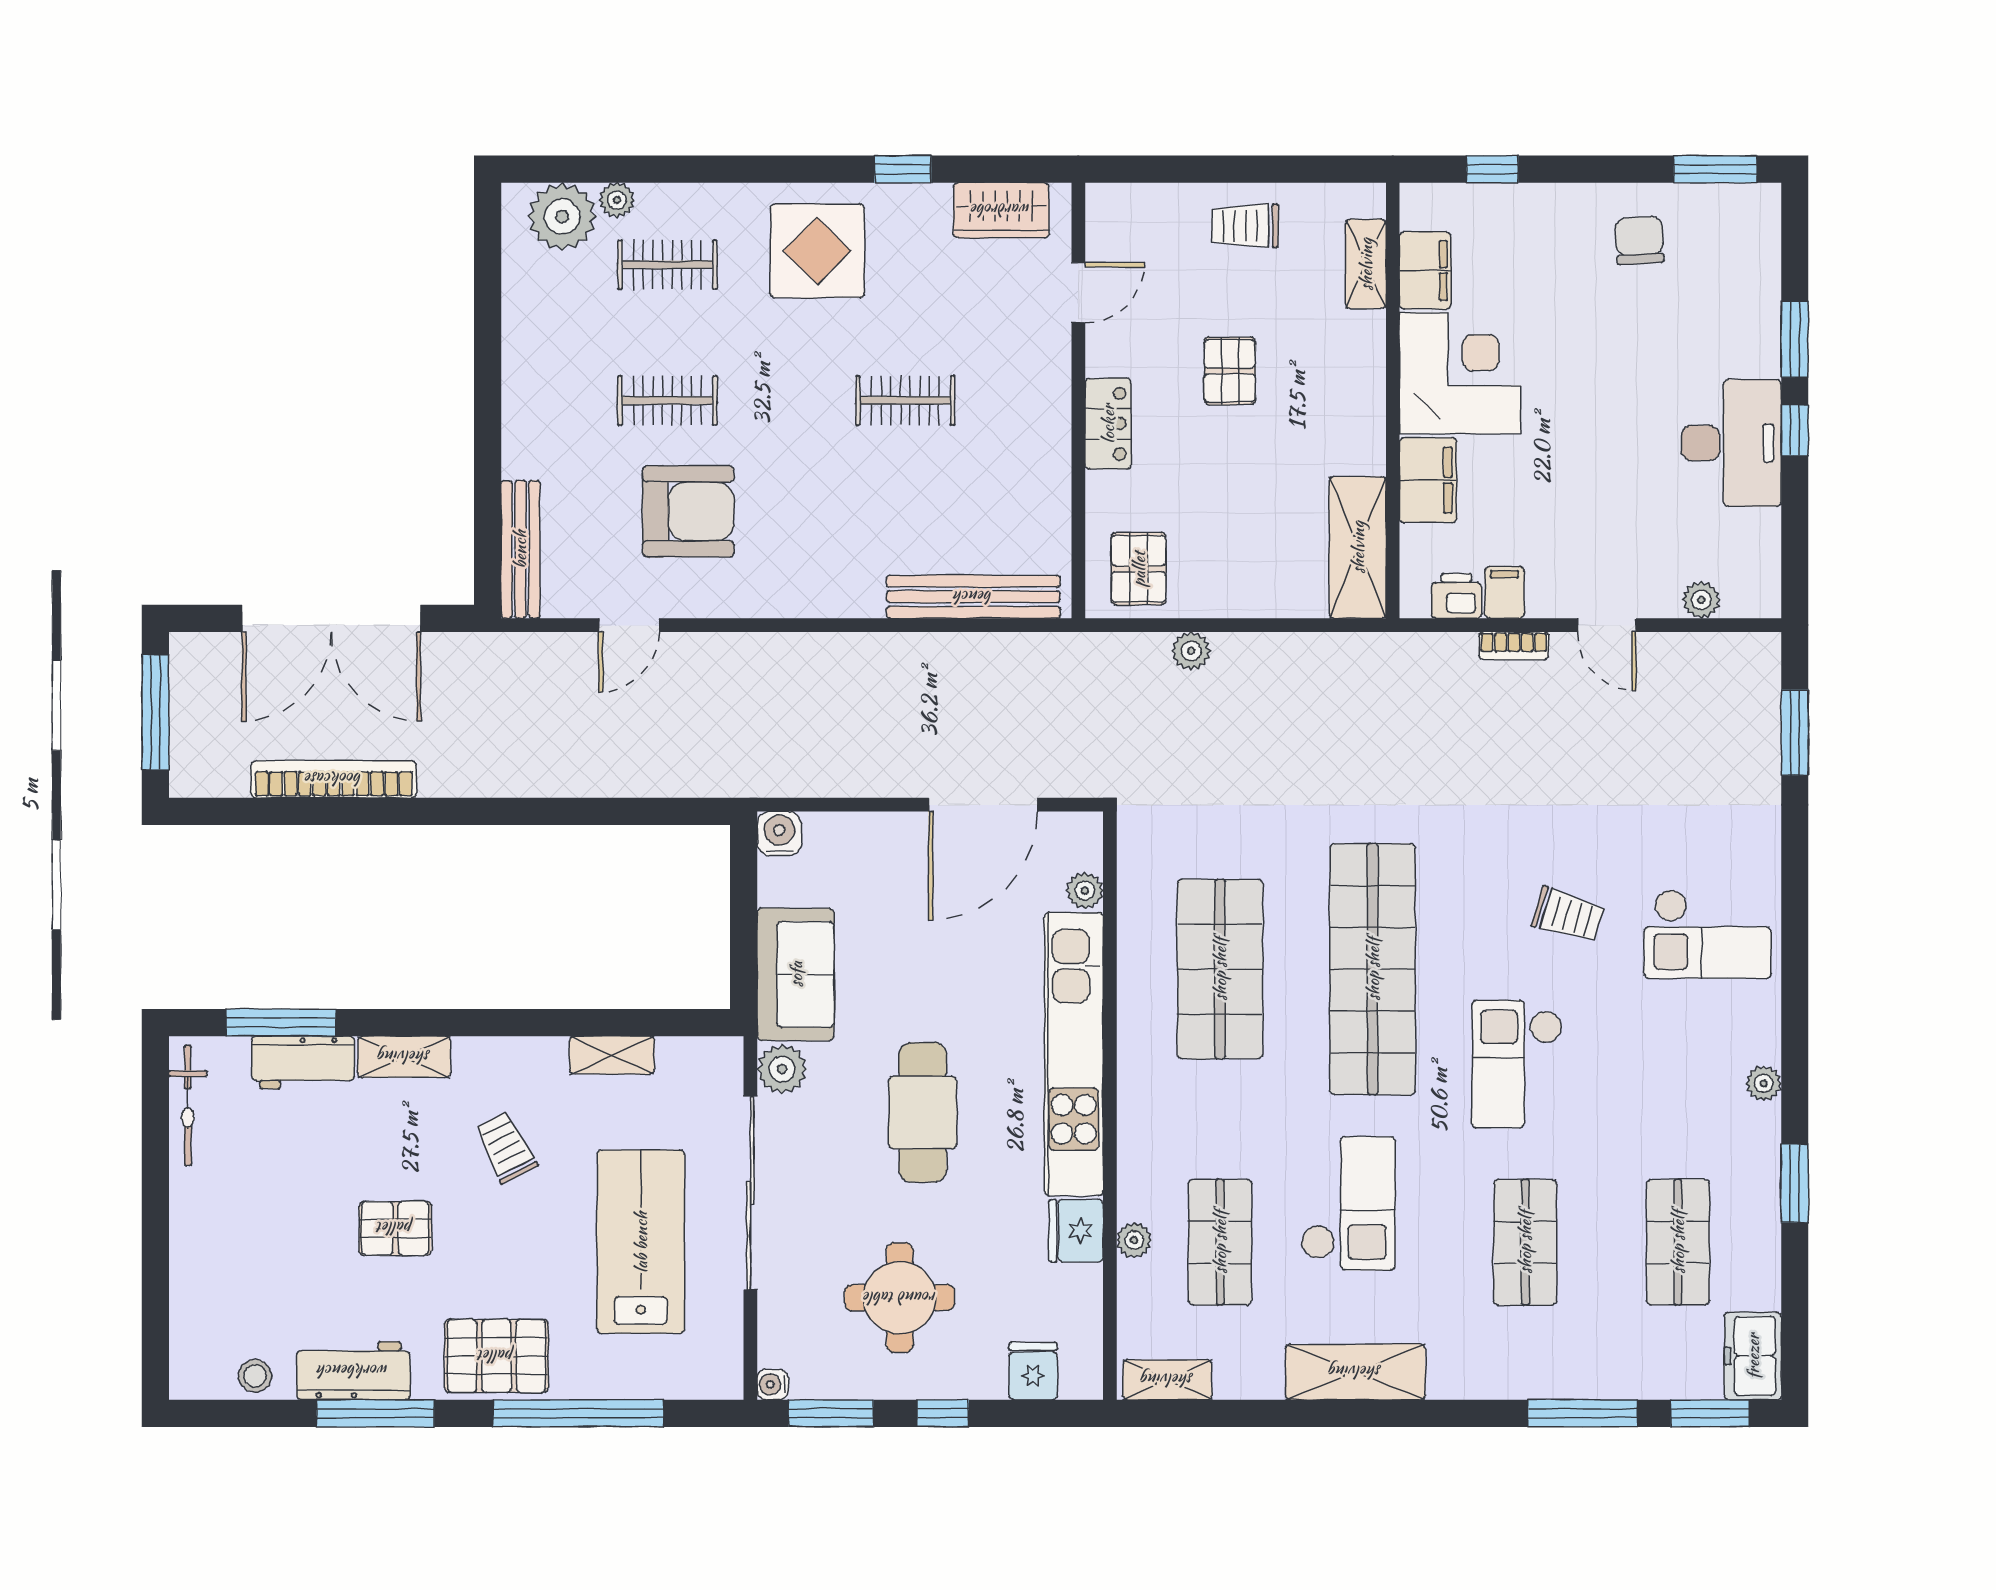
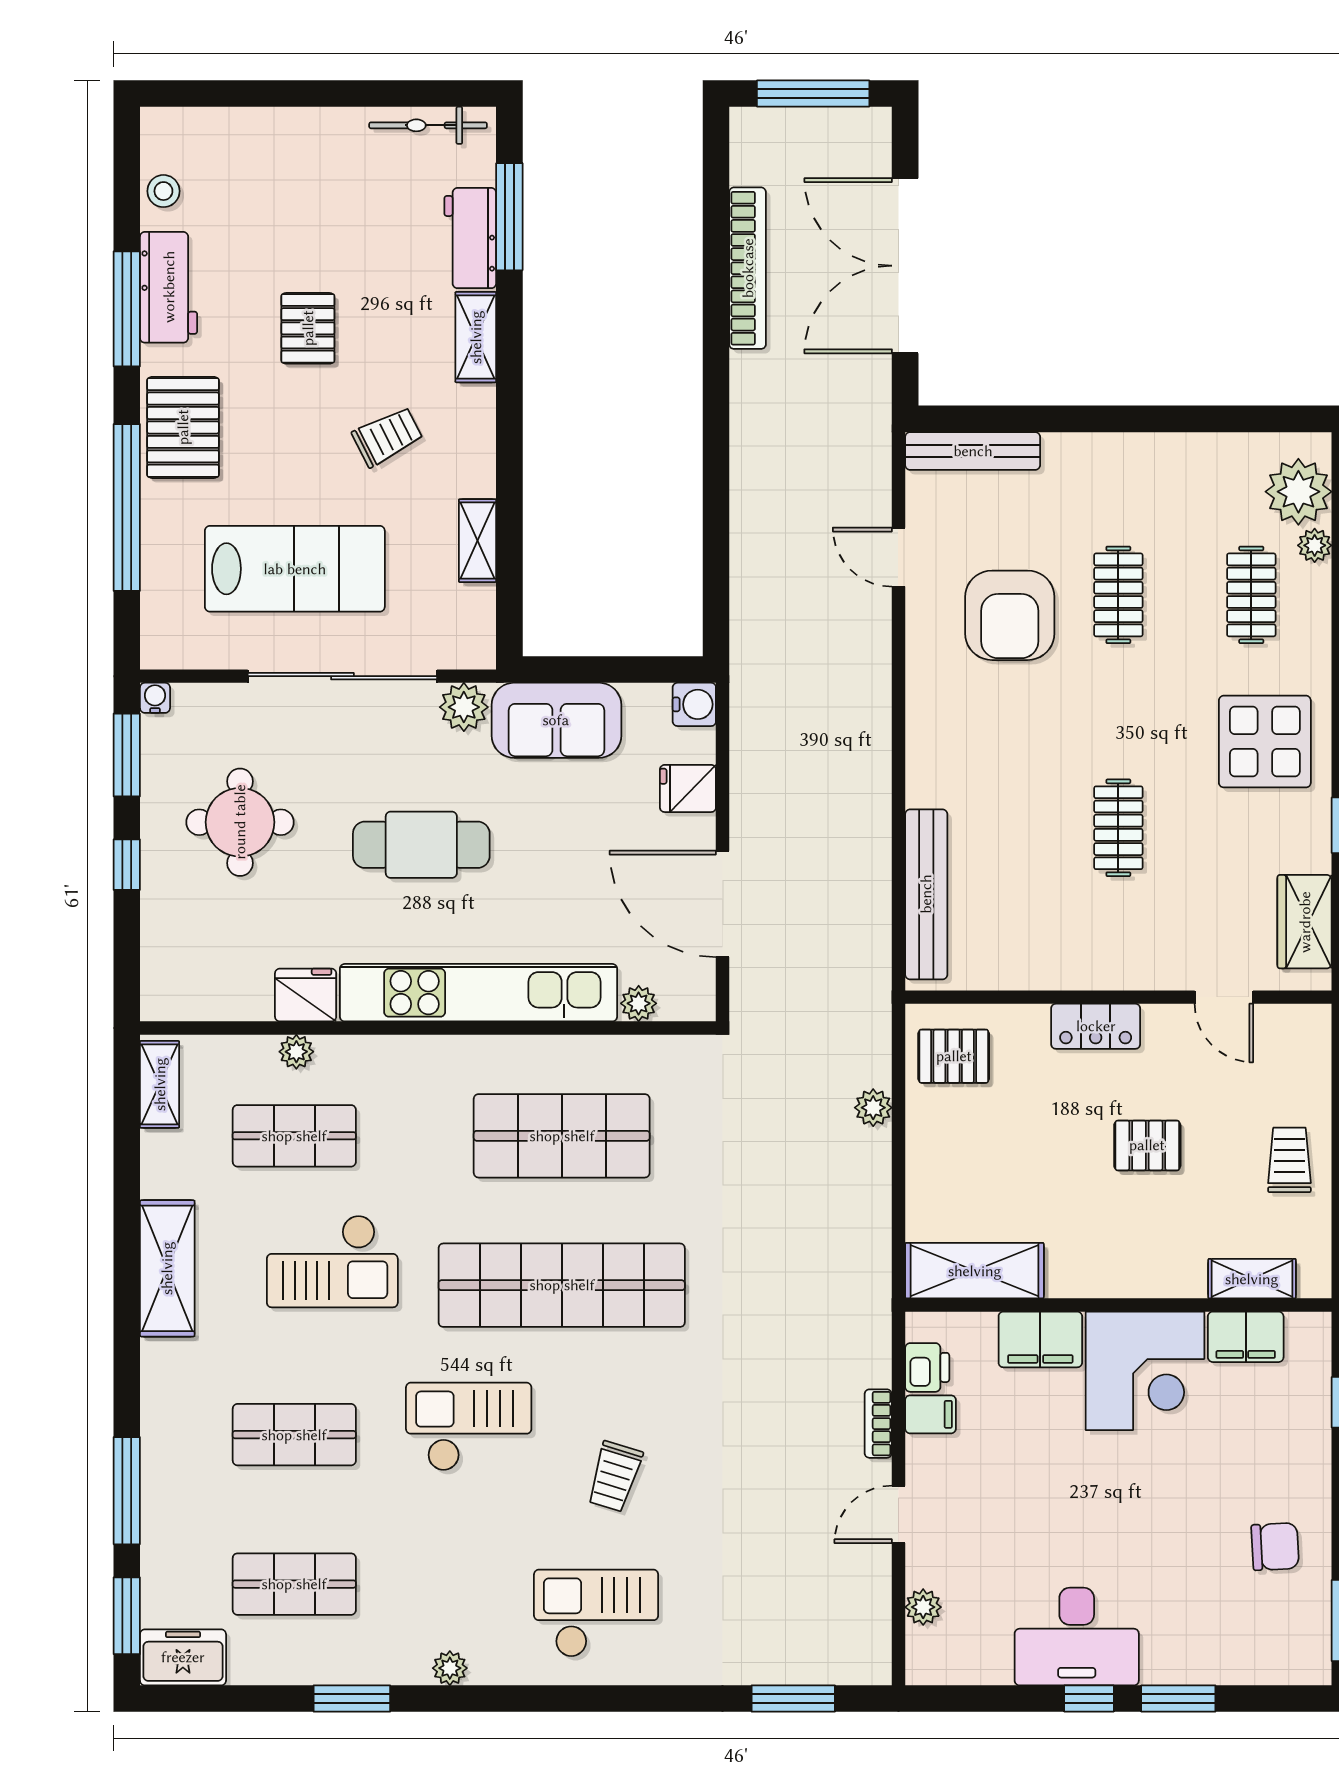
checkout: (1708, 934) -> (596, 1613), turned 90
fridge: (1033, 1371) -> (688, 788), moved, turned 180

